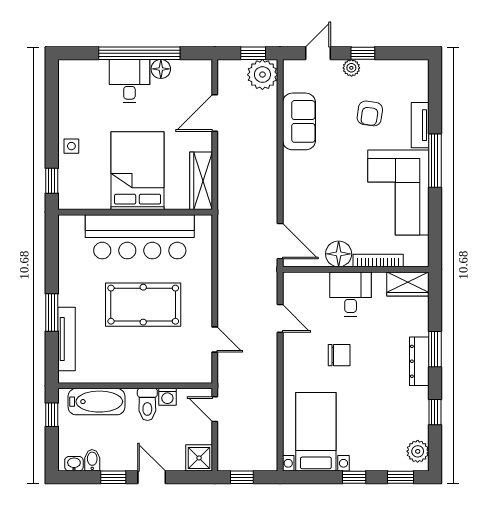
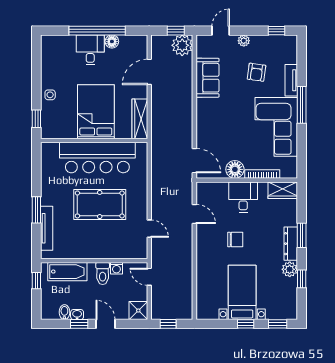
window: (363, 53) -> (277, 31), moved
bed with nightstands: (316, 432) -> (242, 292), moved
plant: (418, 451) -> (290, 269), moved
washbasin: (74, 464) -> (77, 315), moved

